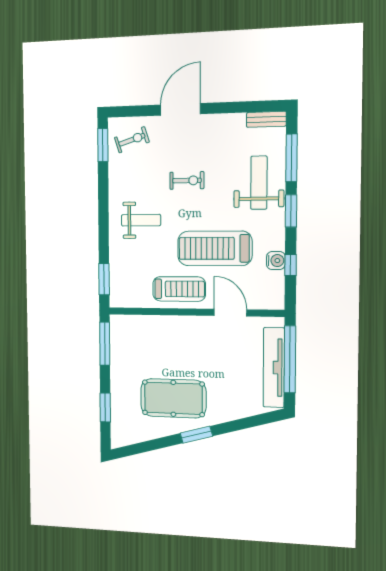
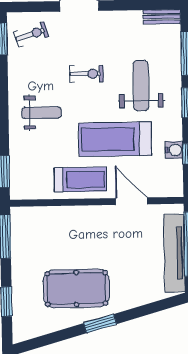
weight bench: (259, 183) -> (141, 86), moved

